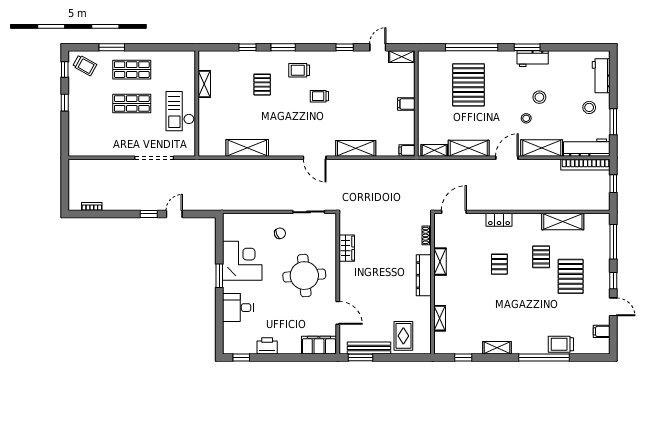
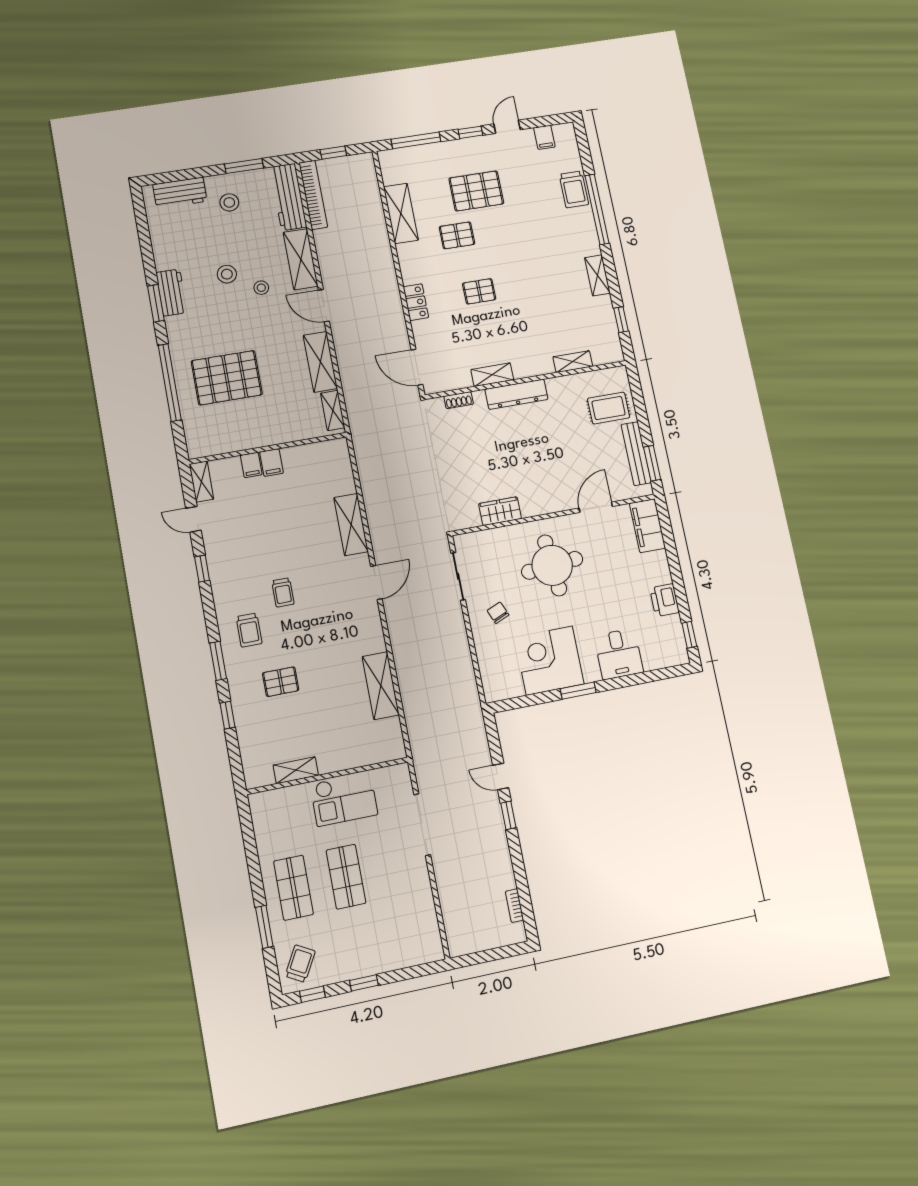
filing cabinet: (407, 150) -> (251, 465), moved

